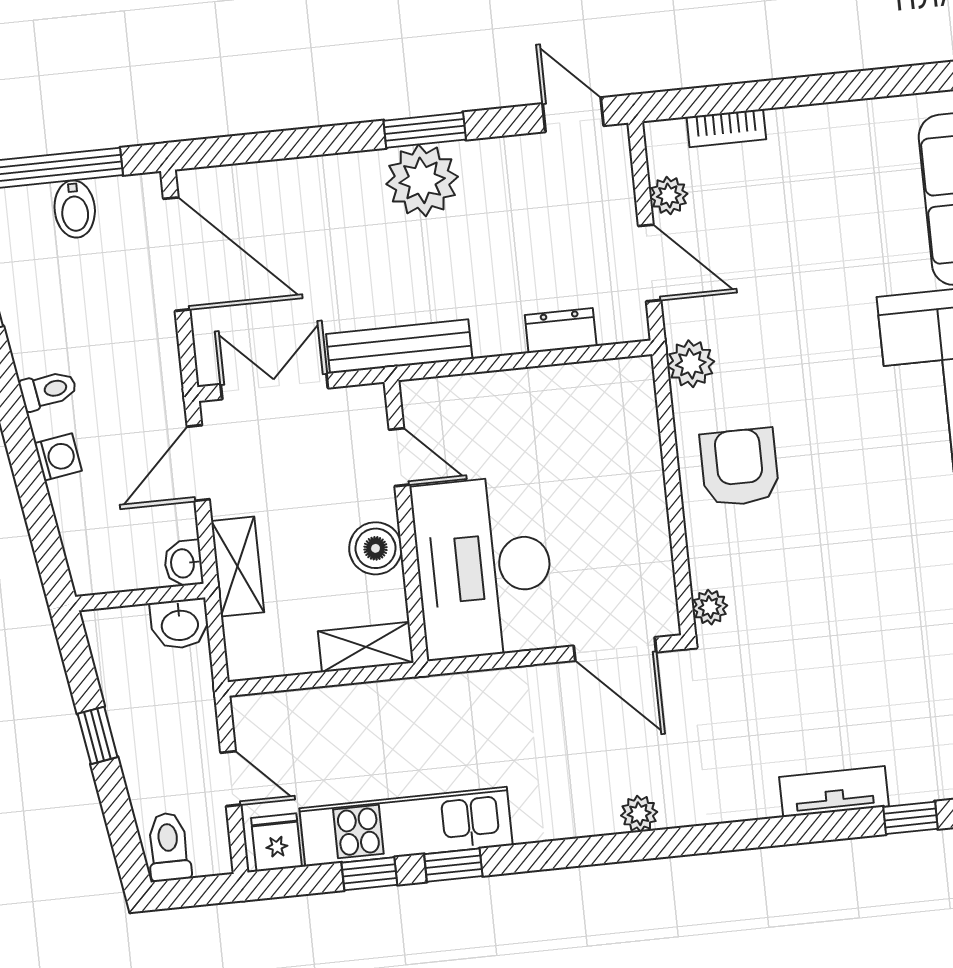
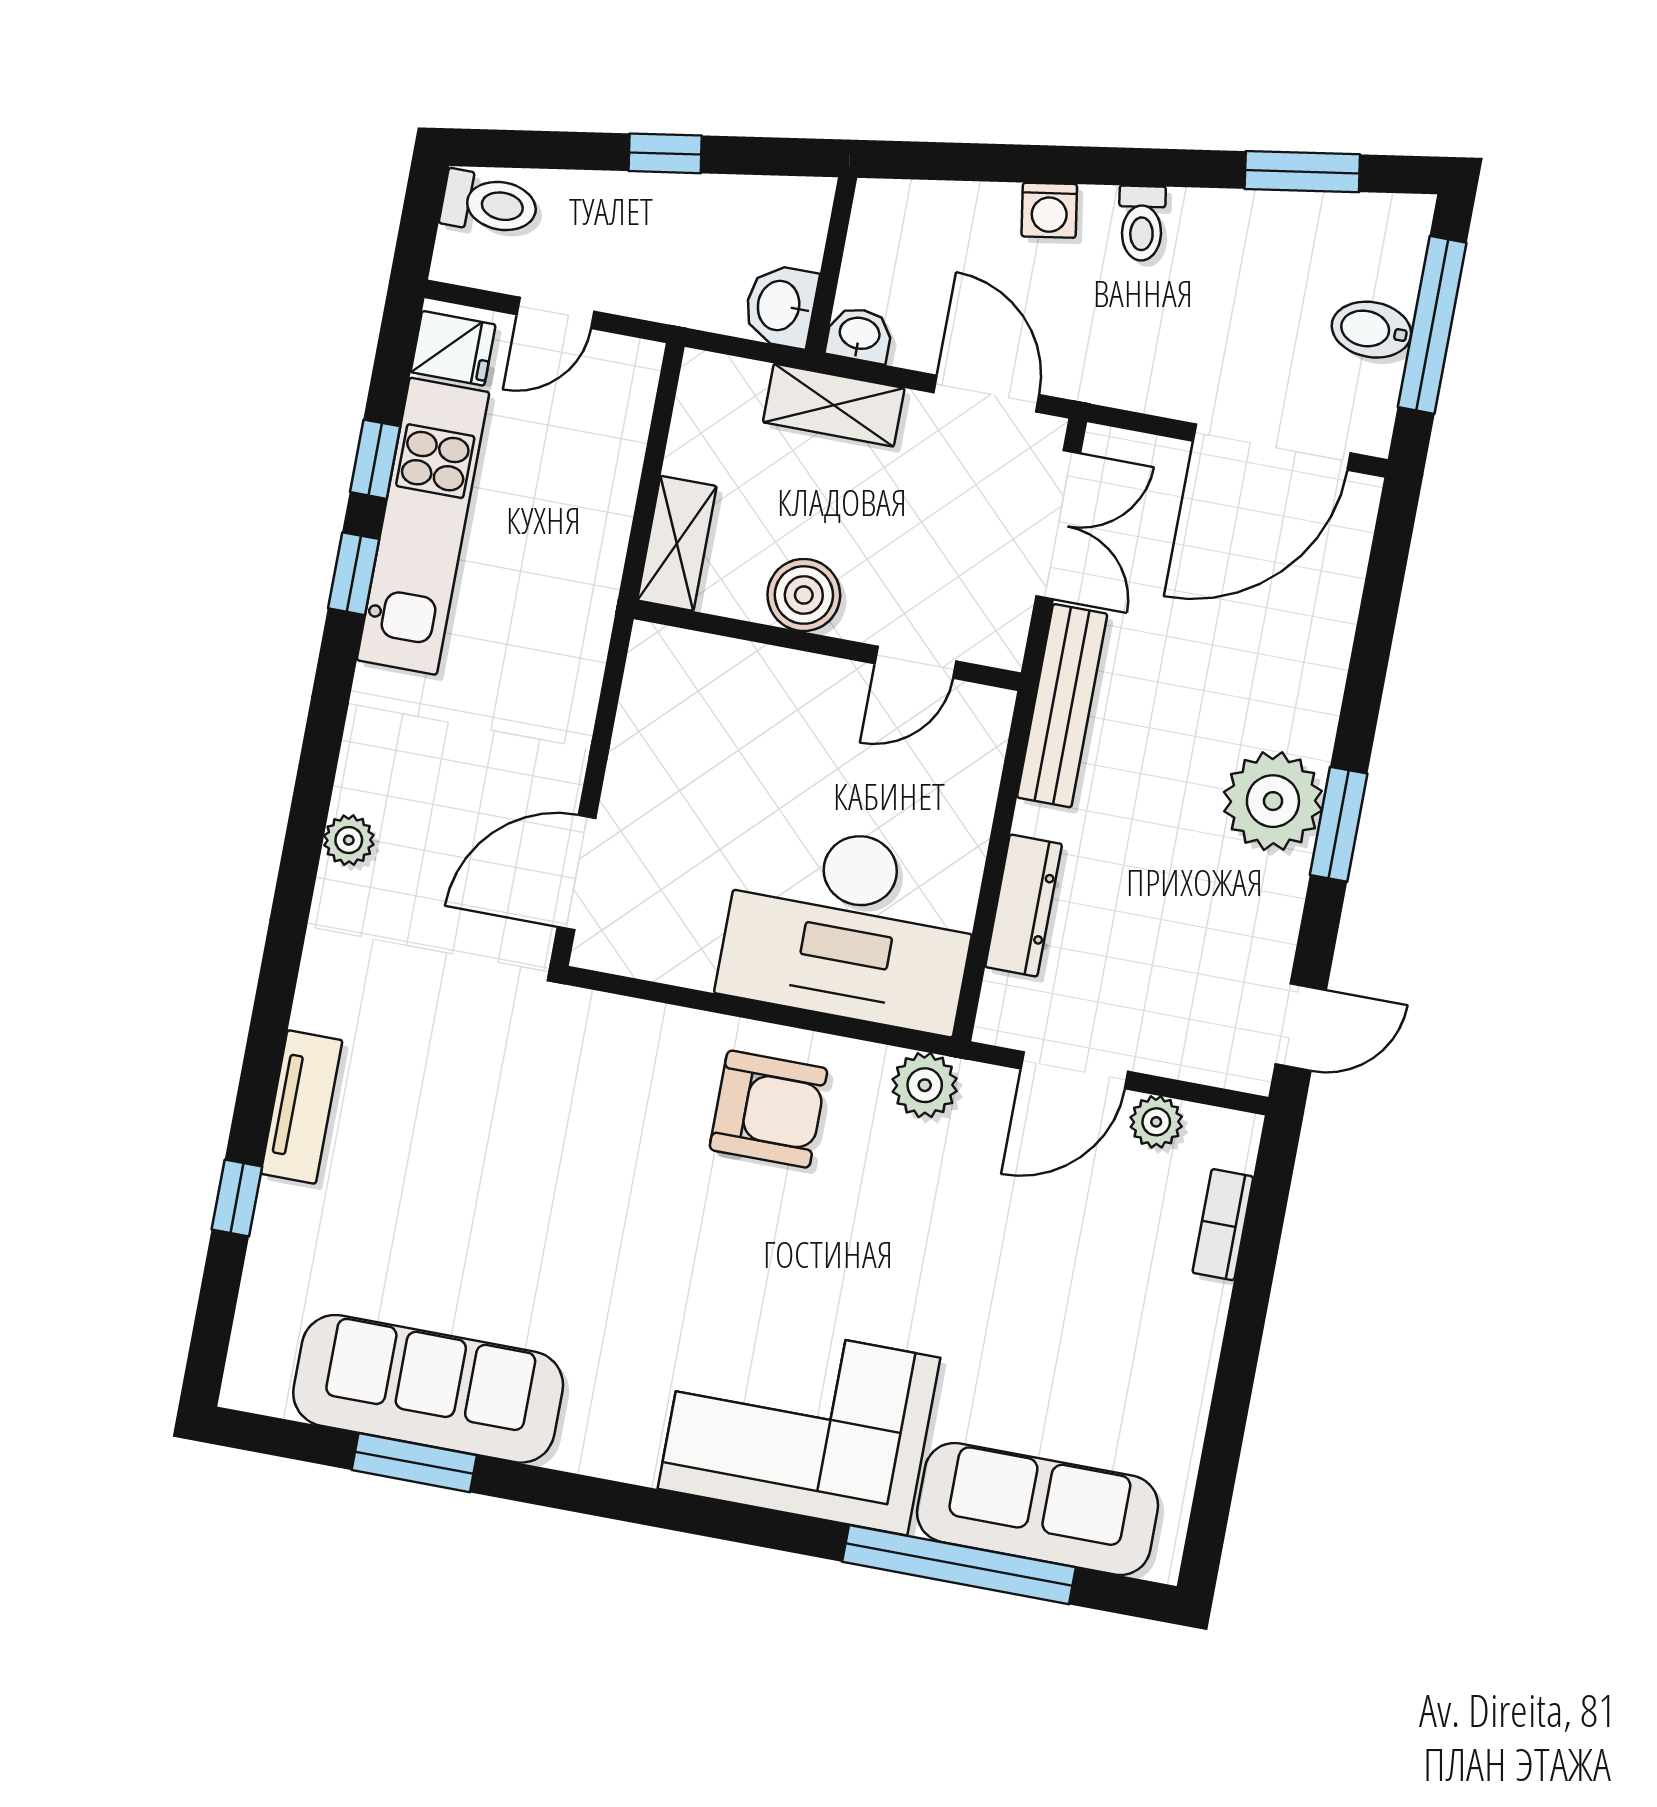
dresser: (561, 330) -> (1024, 905), width x1.44
desk: (484, 567) -> (850, 926), moved, turned 180
plant: (710, 607) -> (595, 1015), removed

